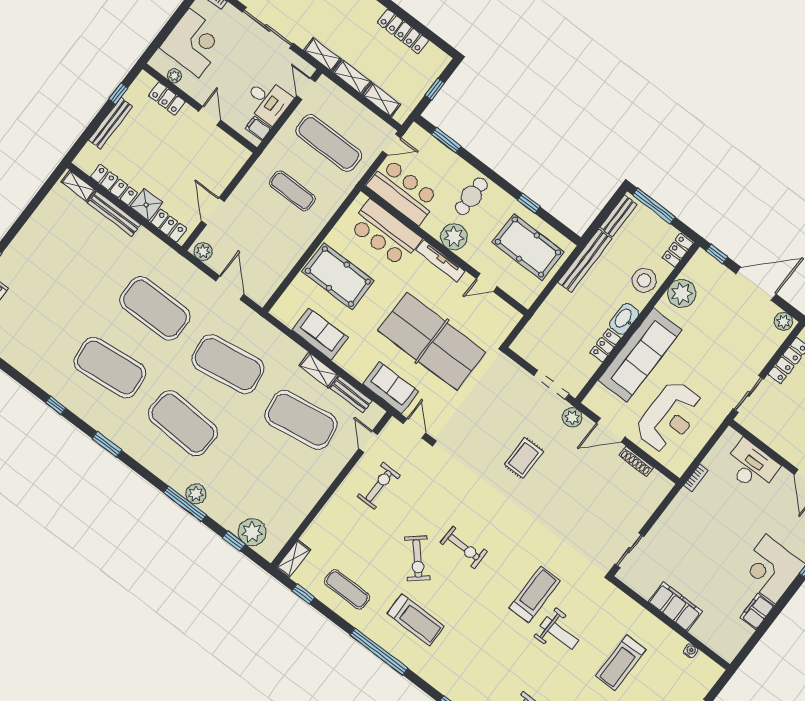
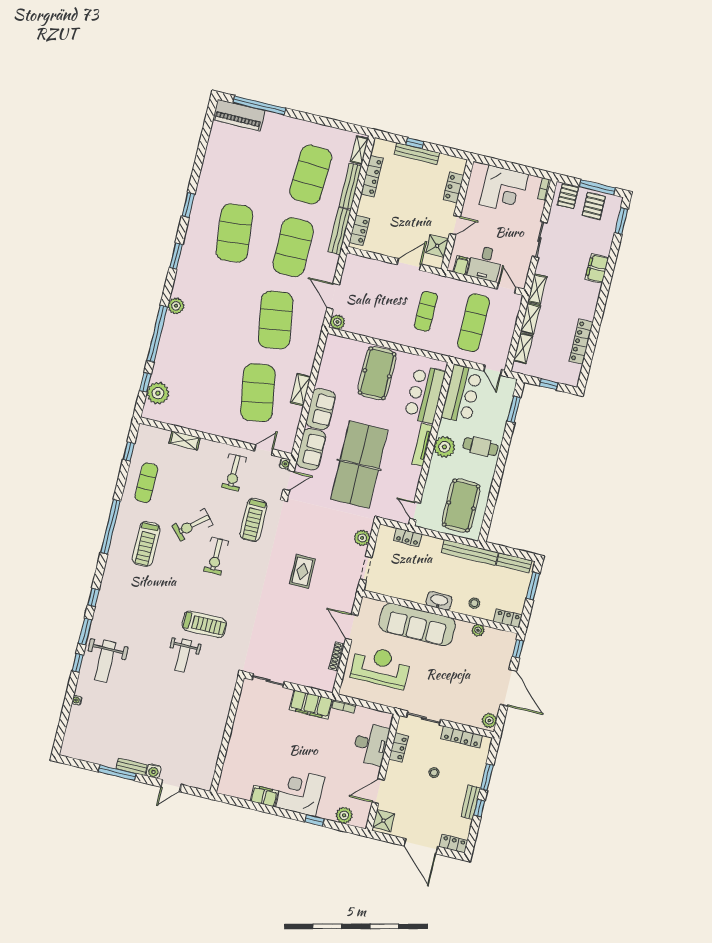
sliding door: (268, 28) -> (540, 240), width x0.73
plant: (174, 76) -> (473, 186), removed
door: (306, 89) -> (507, 288), hinge flipped
window: (118, 94) -> (415, 143), moved
window: (529, 203) -> (494, 492), removed
shower: (146, 205) -> (437, 246), moved
window: (654, 206) -> (533, 586), width x0.69
door: (213, 211) -> (409, 264), moved
plant: (203, 252) -> (337, 322), moved
stool: (644, 280) -> (474, 603), width x0.53, depth x0.53
door: (487, 283) -> (415, 511), moved
door: (230, 288) -> (333, 296), swing flipped
plant: (682, 293) -> (478, 630), width x0.53, depth x0.53
sofa: (320, 334) -> (321, 409), moved
locker: (605, 346) -> (408, 537), moved, turned 180
doorway: (551, 385) -> (366, 568), width x0.73
bench: (351, 394) -> (339, 231), moved, width x1.36
window: (56, 405) -> (188, 205), width x1.50
plant: (572, 417) -> (362, 538), moved
reception desk: (670, 417) -> (381, 667), turned 180
exercise mat: (183, 423) -> (311, 174), moved
locker: (769, 437) -> (399, 748), added
rug: (524, 458) -> (302, 571), turned 90
exercise bike: (379, 486) -> (234, 472), turned 90
plant: (196, 494) -> (176, 306), moved
window: (185, 504) -> (157, 334), width x1.46
shelving: (293, 559) -> (185, 440), moved
filing cabinet: (675, 607) -> (311, 705), moved, turned 90
water cooler: (691, 651) -> (285, 464), moved
treadmill: (621, 663) -> (253, 520), moved, turned -90

